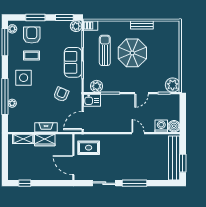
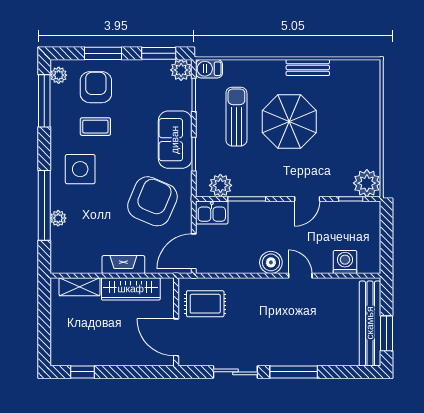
armchair: (61, 94) -> (152, 201), width x1.88, depth x1.88
boiler: (174, 126) -> (271, 262), moved
wardrobe: (45, 140) -> (131, 289), width x1.50

